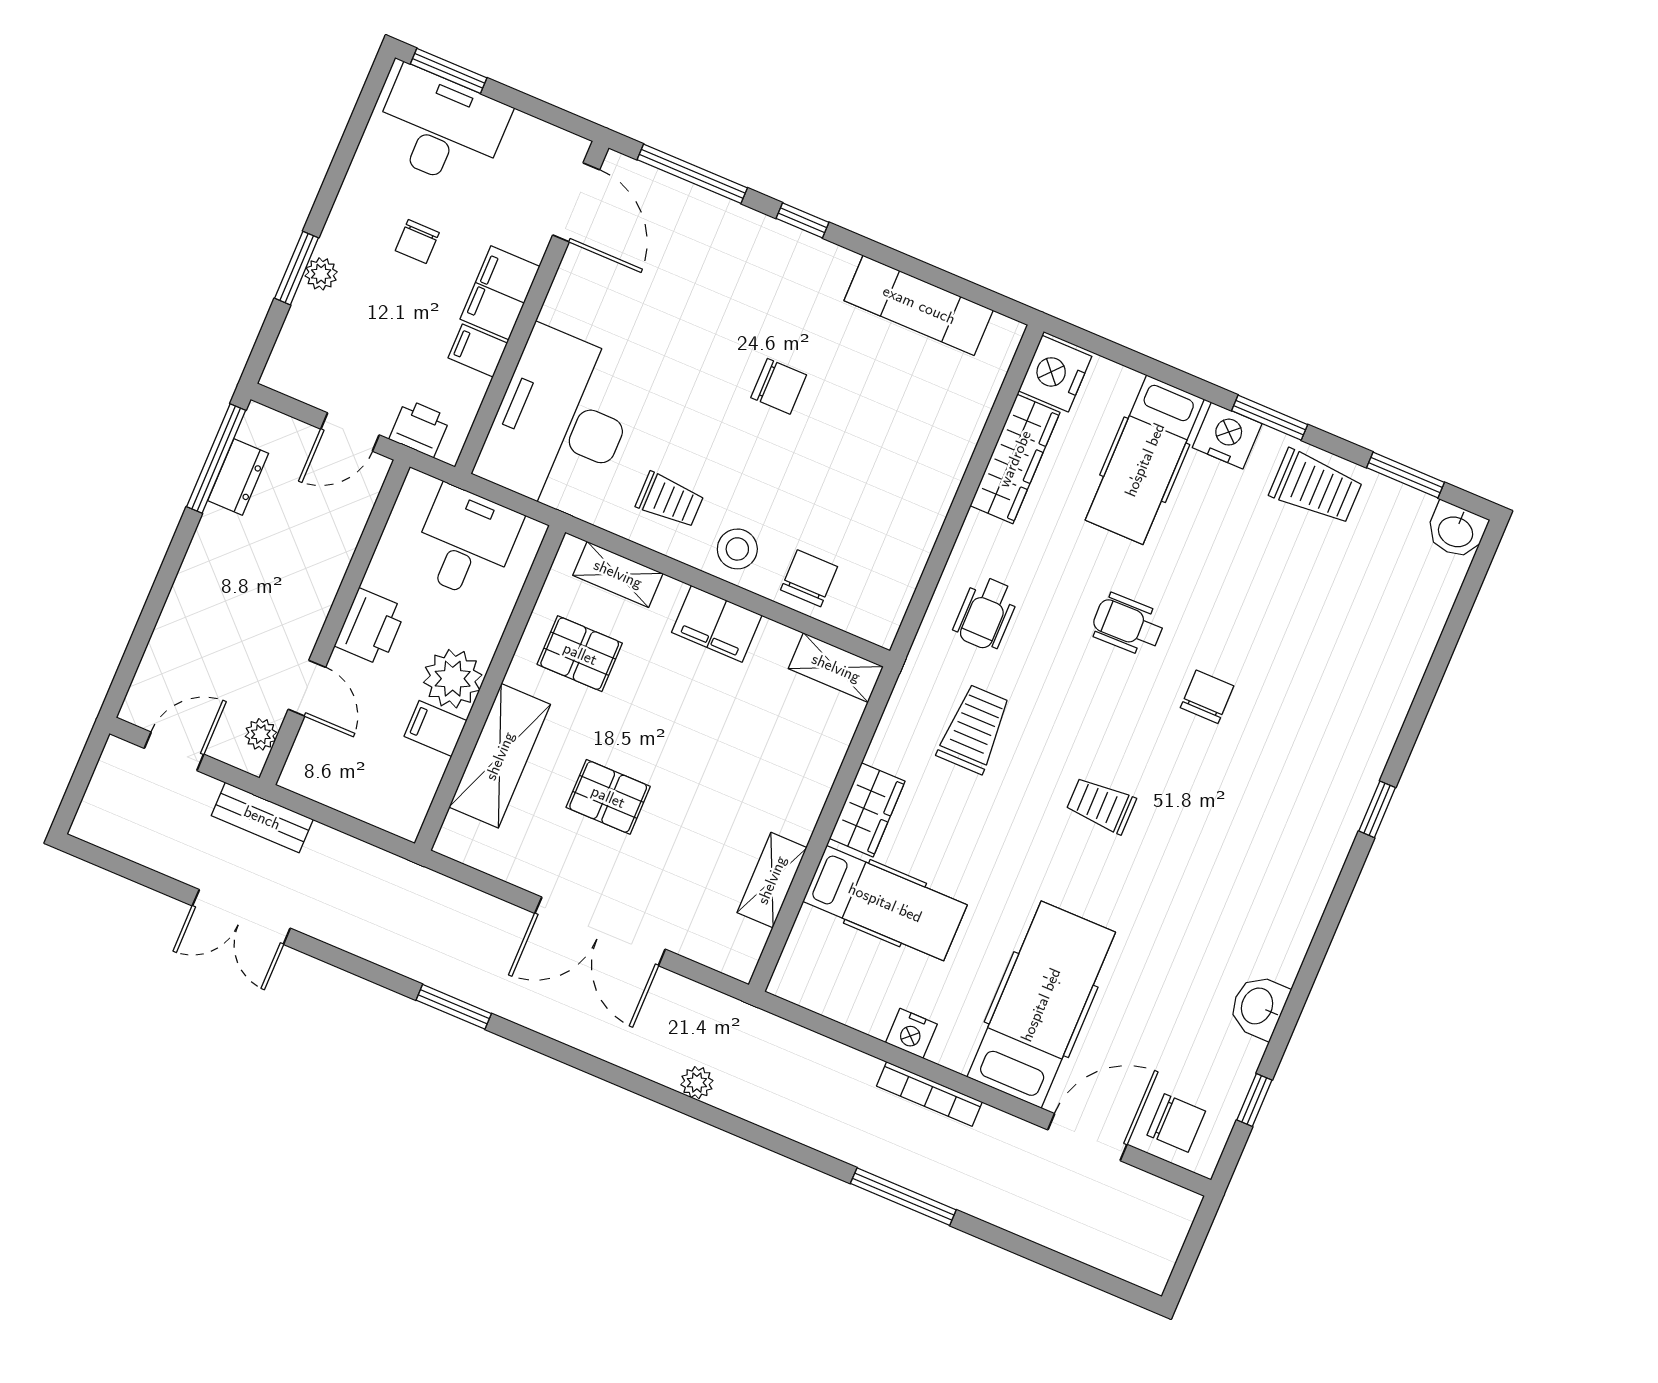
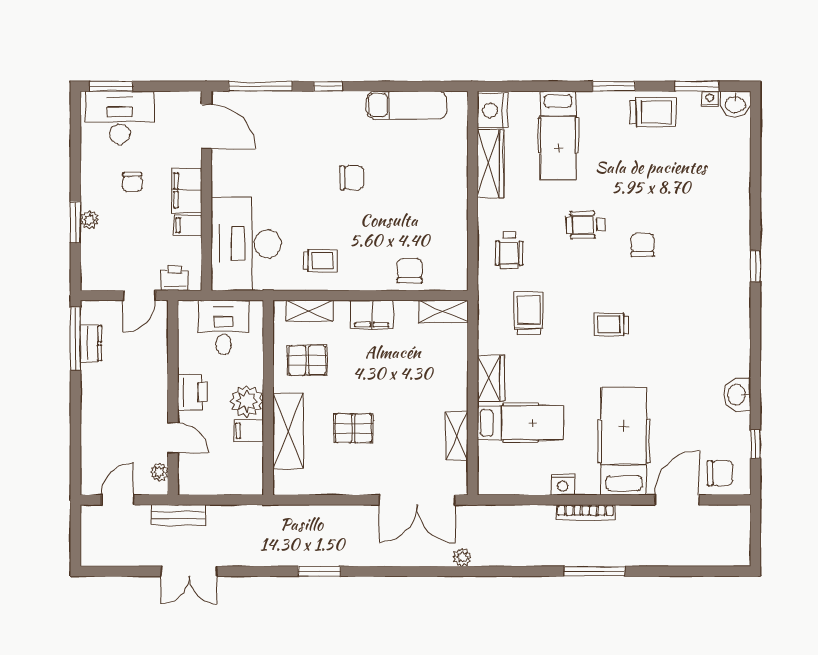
nightstand: (1227, 436) -> (710, 99), moved, width x0.53, depth x0.56
stool: (737, 549) -> (366, 271), removed
double door: (600, 931) -> (417, 500), moved

